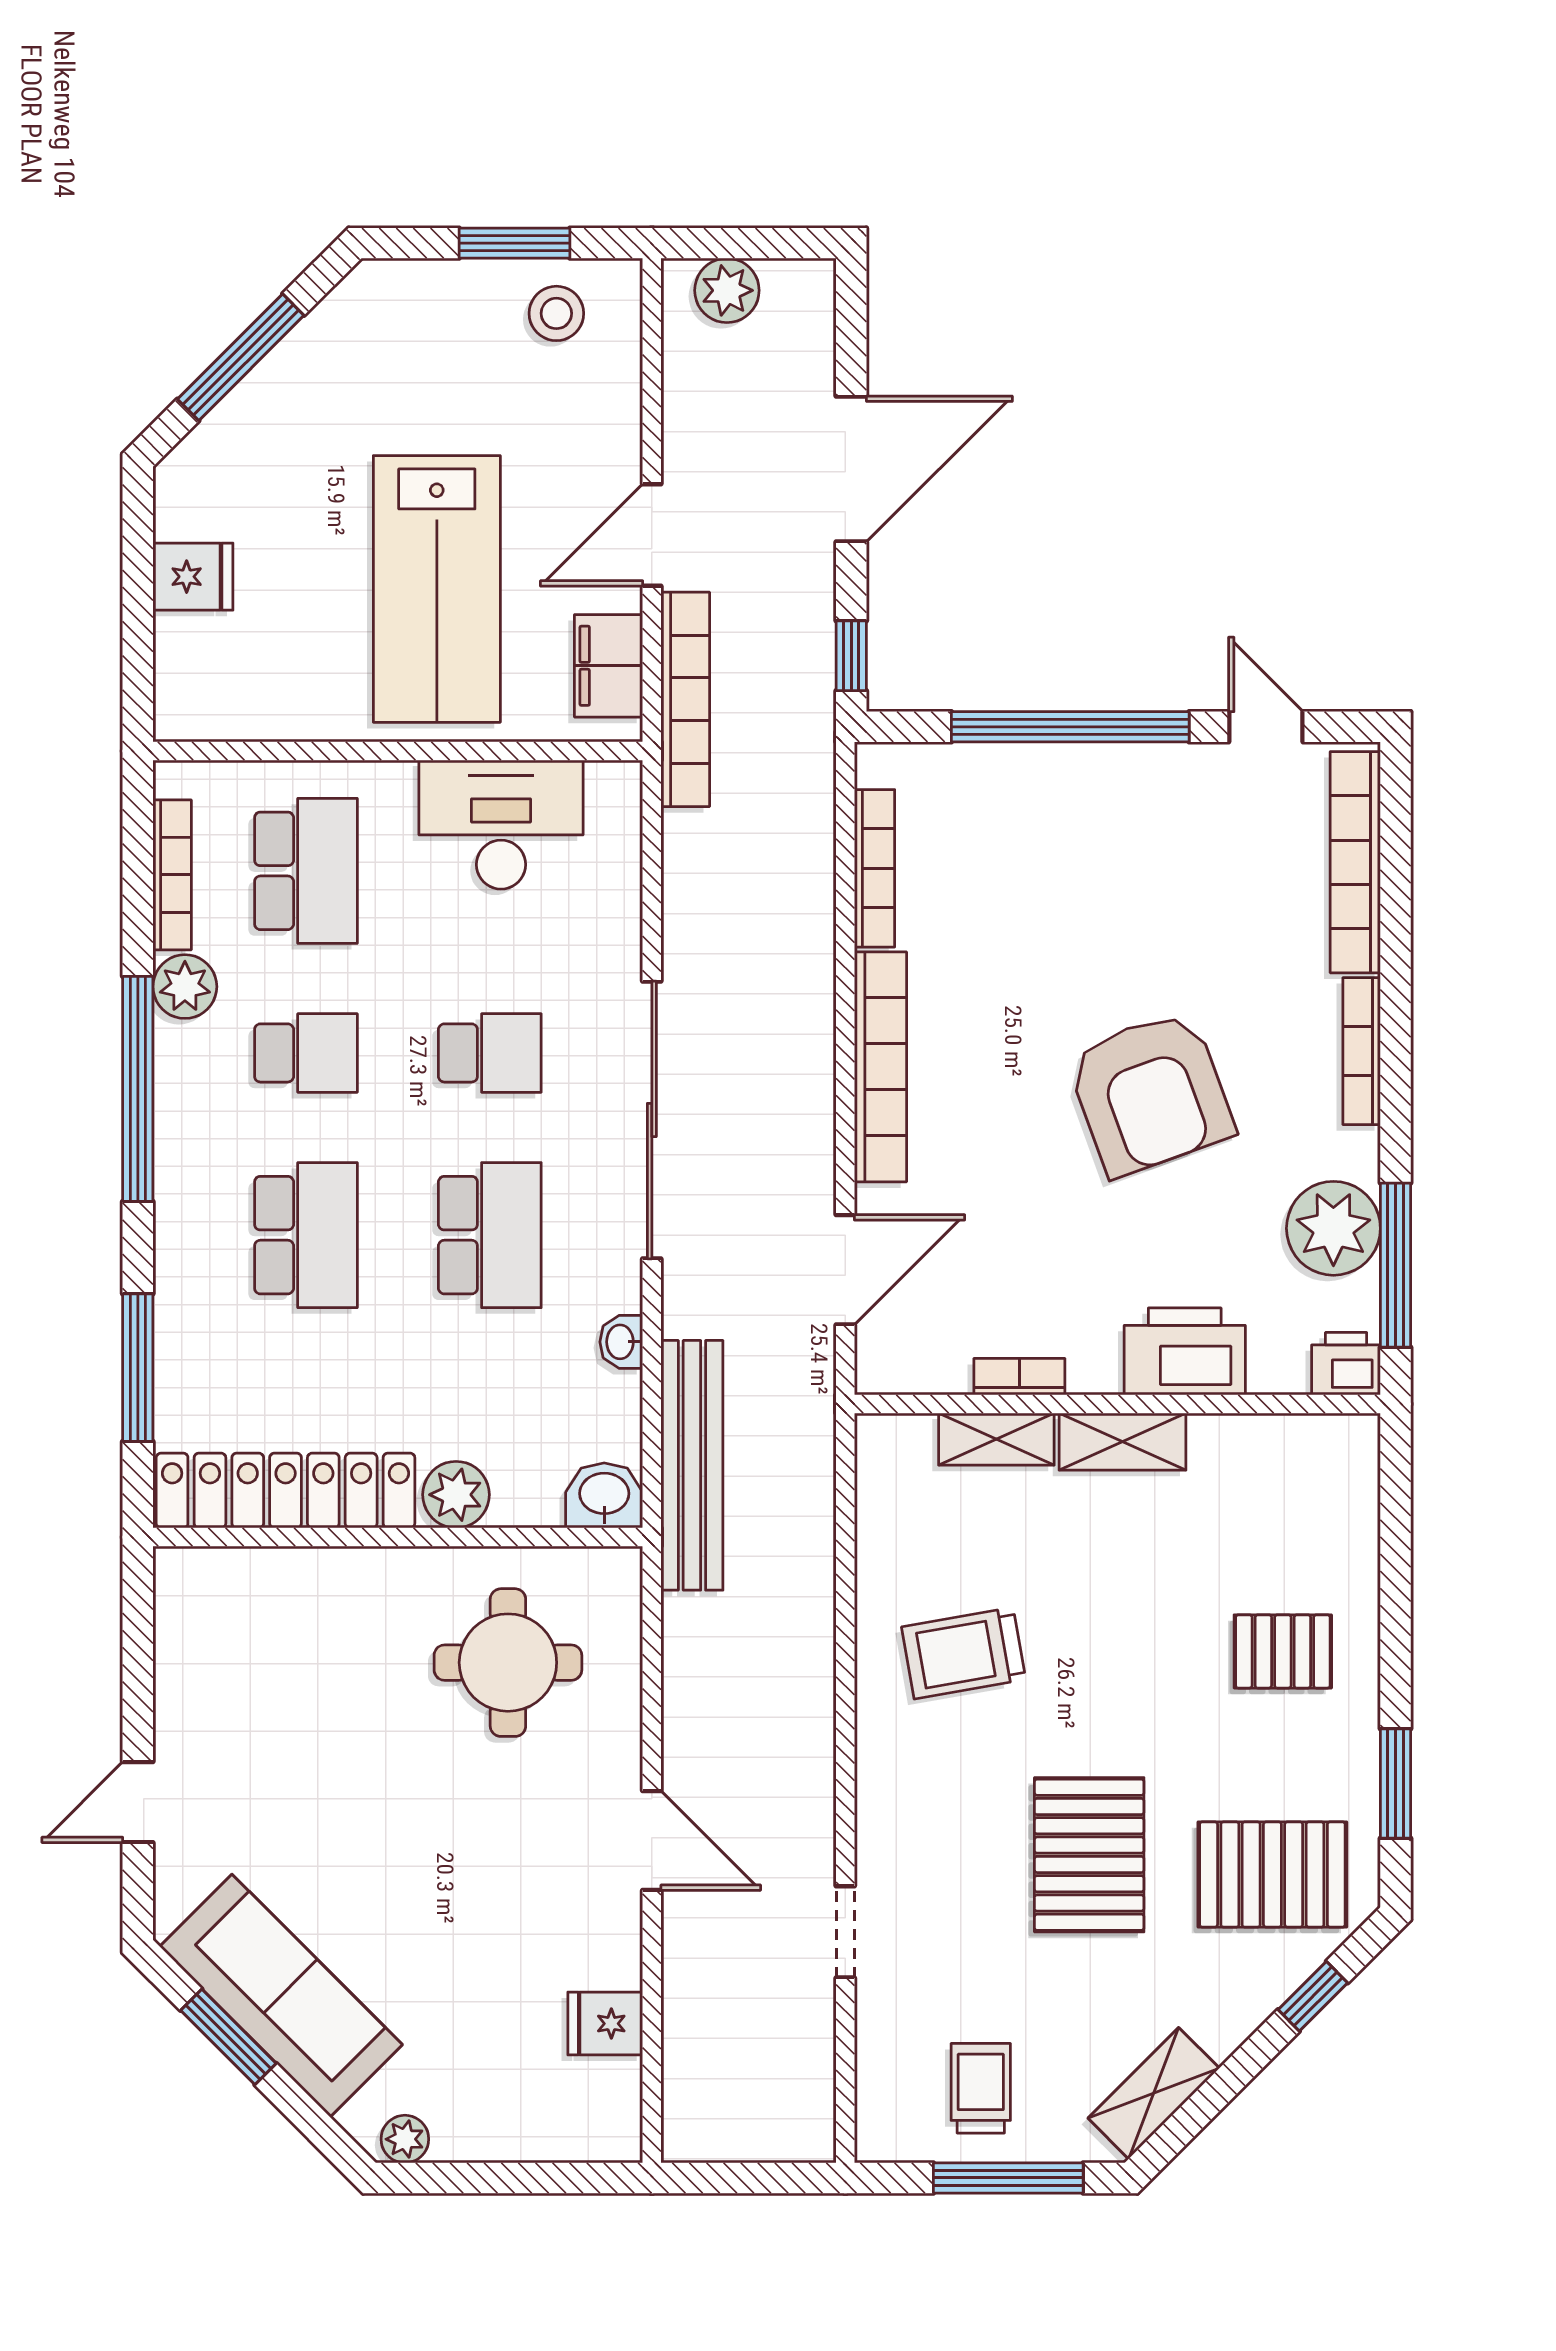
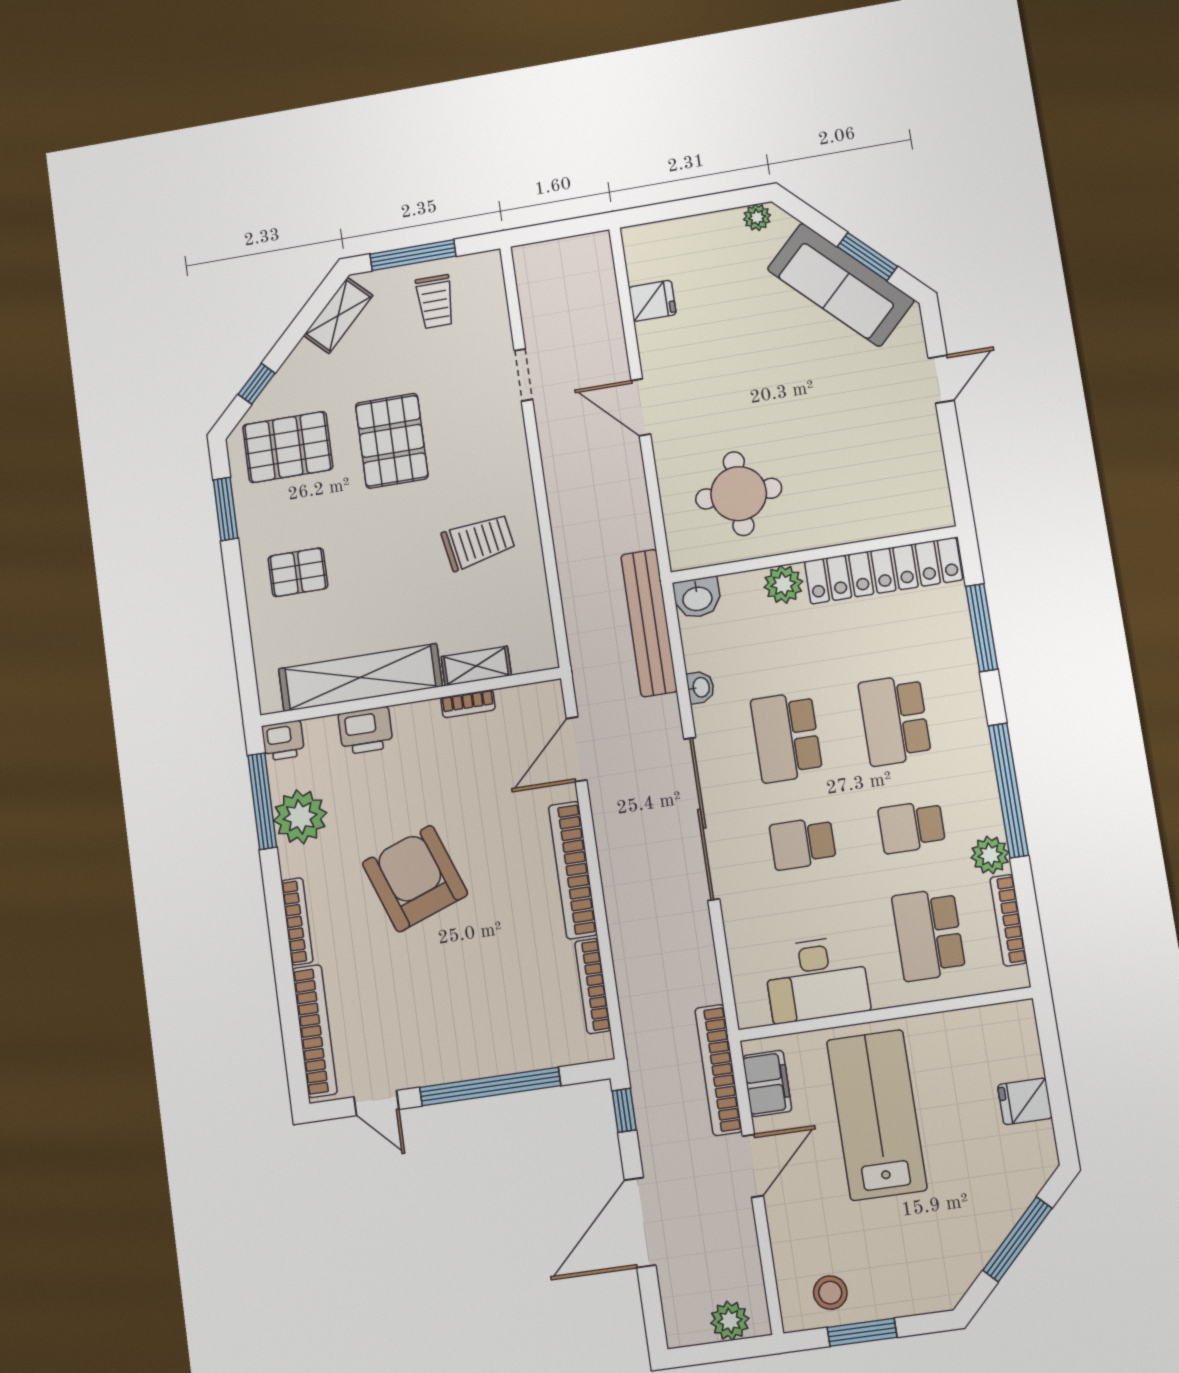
printer: (1185, 1351) -> (366, 731), width x0.73, depth x0.84
shelving: (1122, 1442) -> (360, 678), width x2.20, depth x1.33

